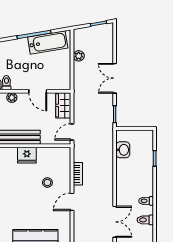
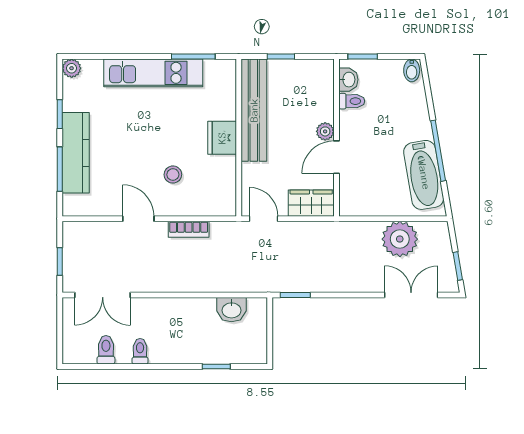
plant: (79, 56) -> (400, 239), width x1.87, depth x1.87
double door: (115, 78) -> (411, 295), moved
plant: (12, 98) -> (325, 131), moved

